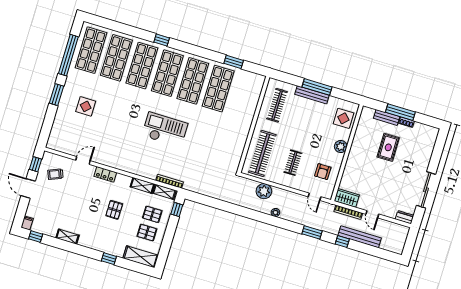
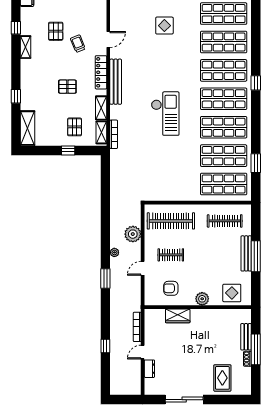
shop shelf: (244, 96) -> (224, 184), added
rug: (388, 147) -> (222, 378), moved, turned 90
door: (83, 160) -> (108, 39), hinge flipped
trolley: (55, 174) -> (78, 44), moved
locker: (105, 174) -> (101, 72), width x1.53
door: (315, 197) -> (143, 268), moved
wardrobe: (347, 198) -> (178, 316), moved, turned 90
window: (177, 209) -> (68, 150), moved
dresser: (405, 217) -> (149, 369), moved
window: (312, 232) -> (105, 279), moved
pallet: (147, 233) -> (56, 31), moved
window: (36, 236) -> (16, 28), moved
bench: (360, 237) -> (116, 82), moved
window: (342, 242) -> (105, 346), moved

